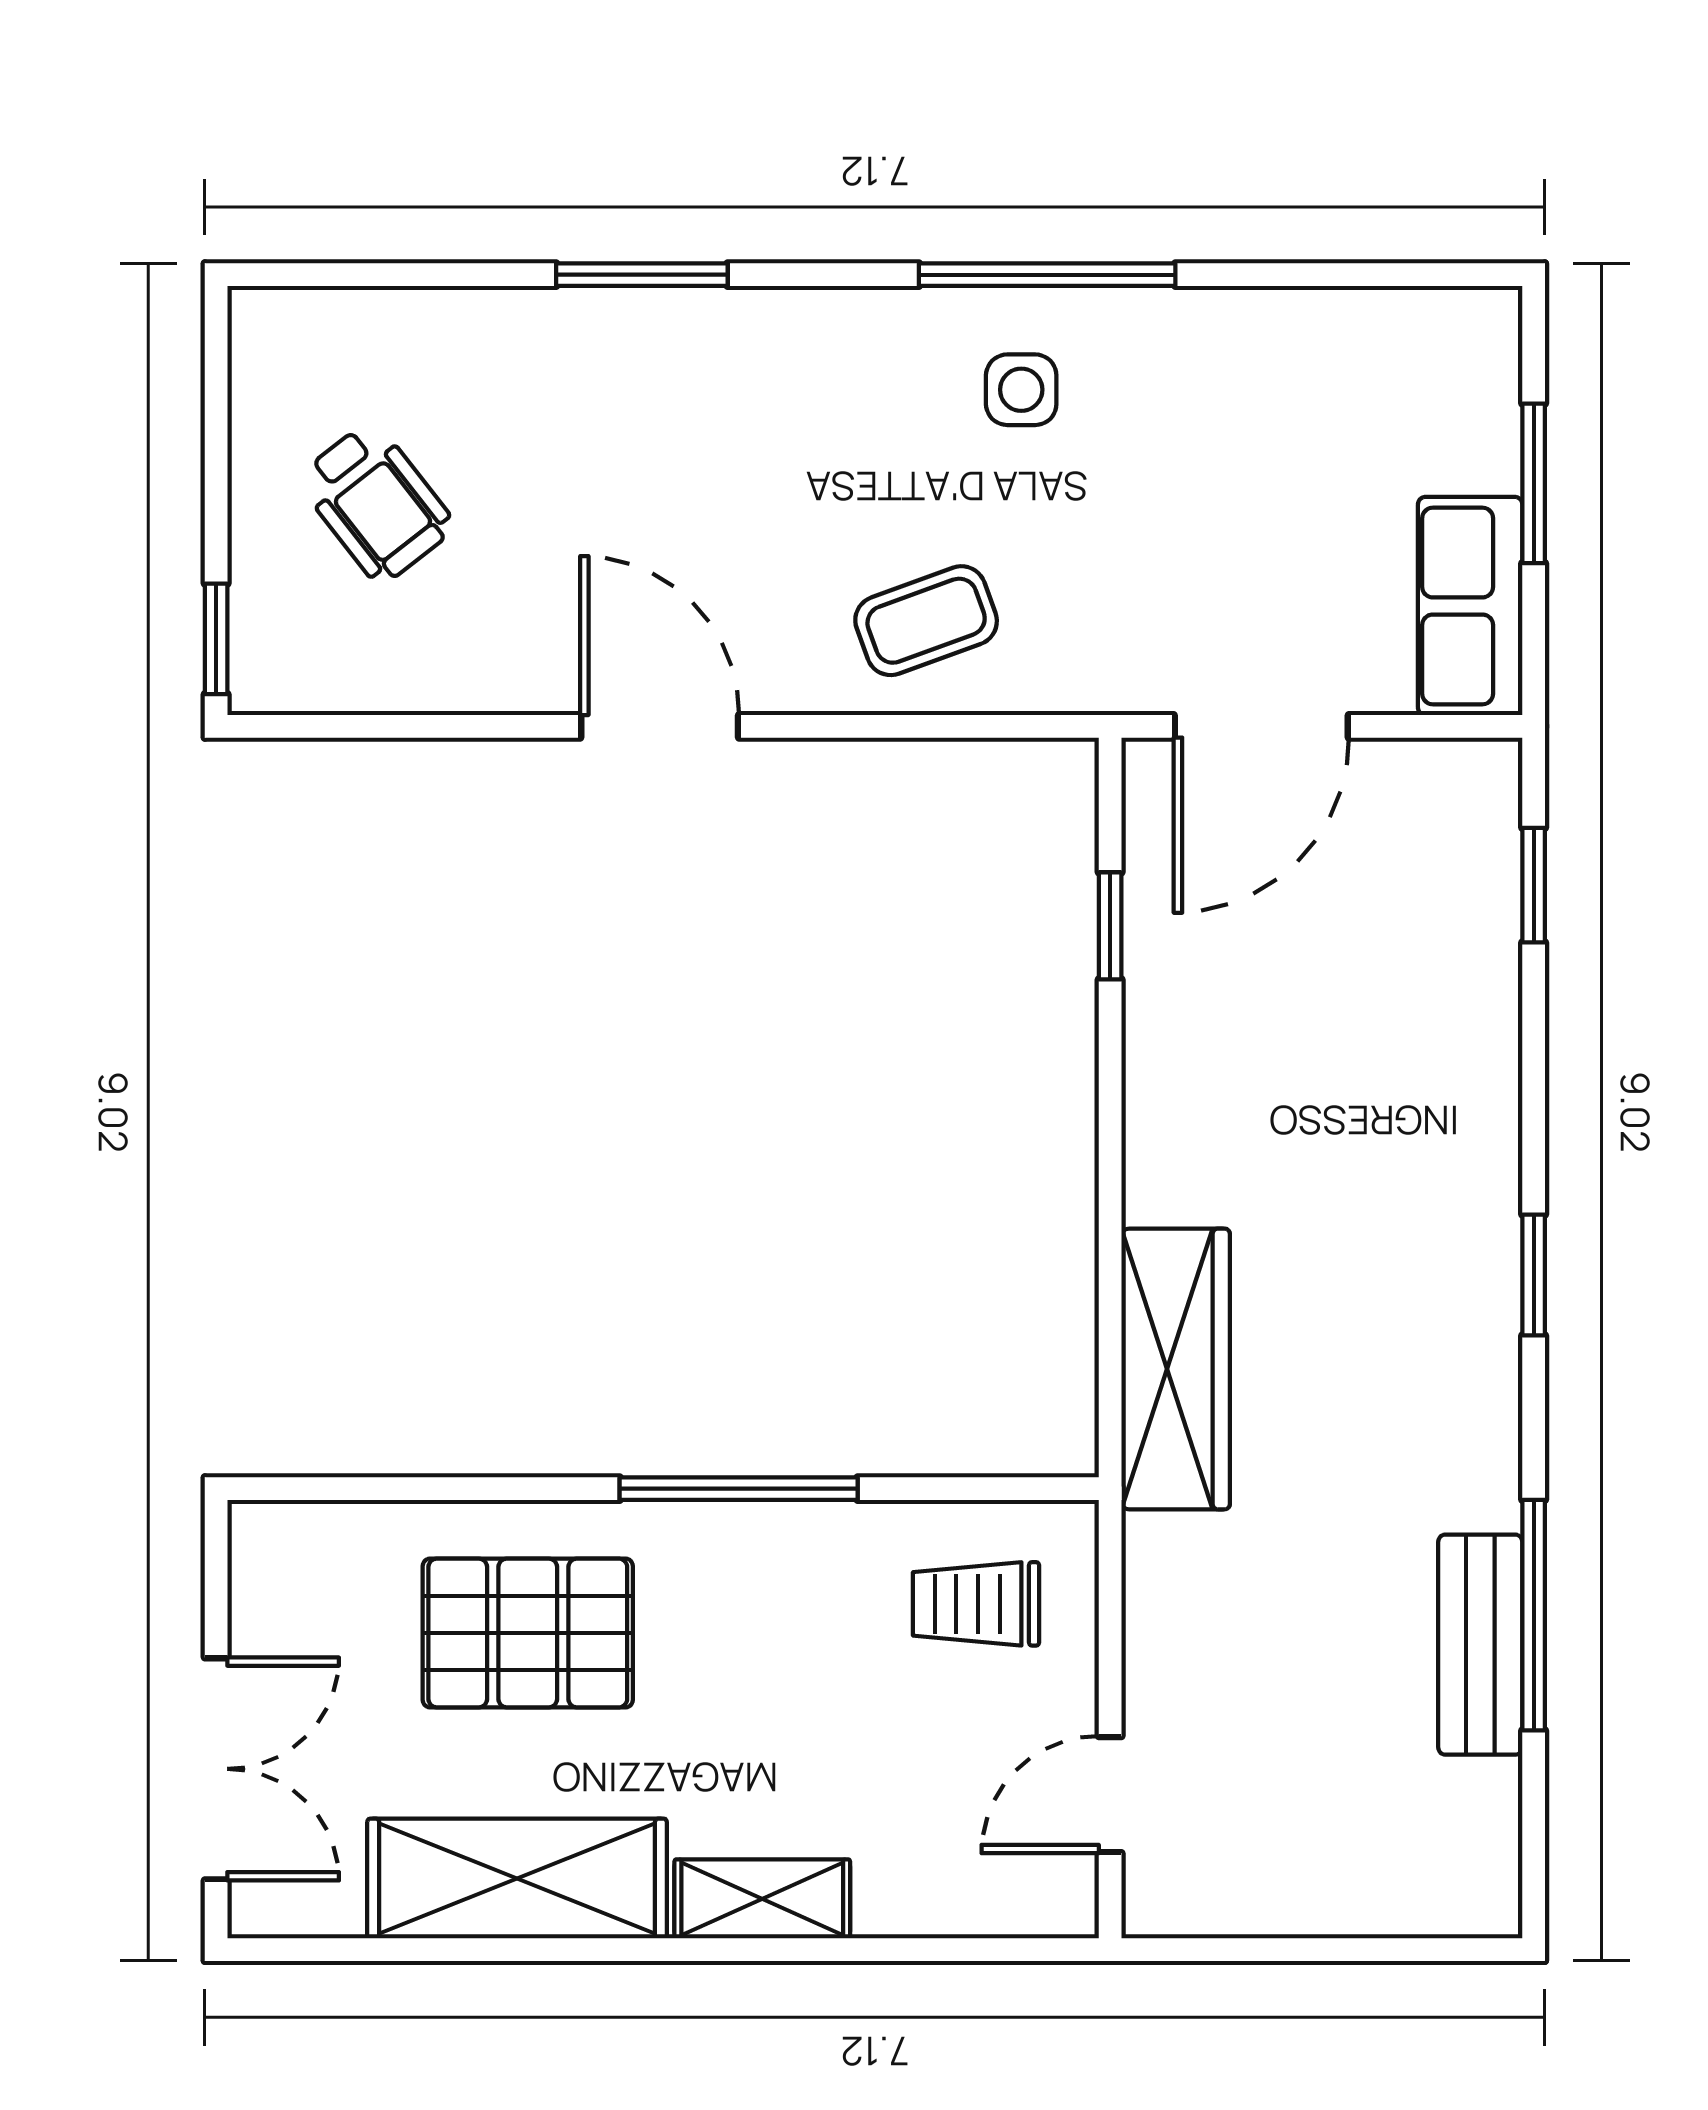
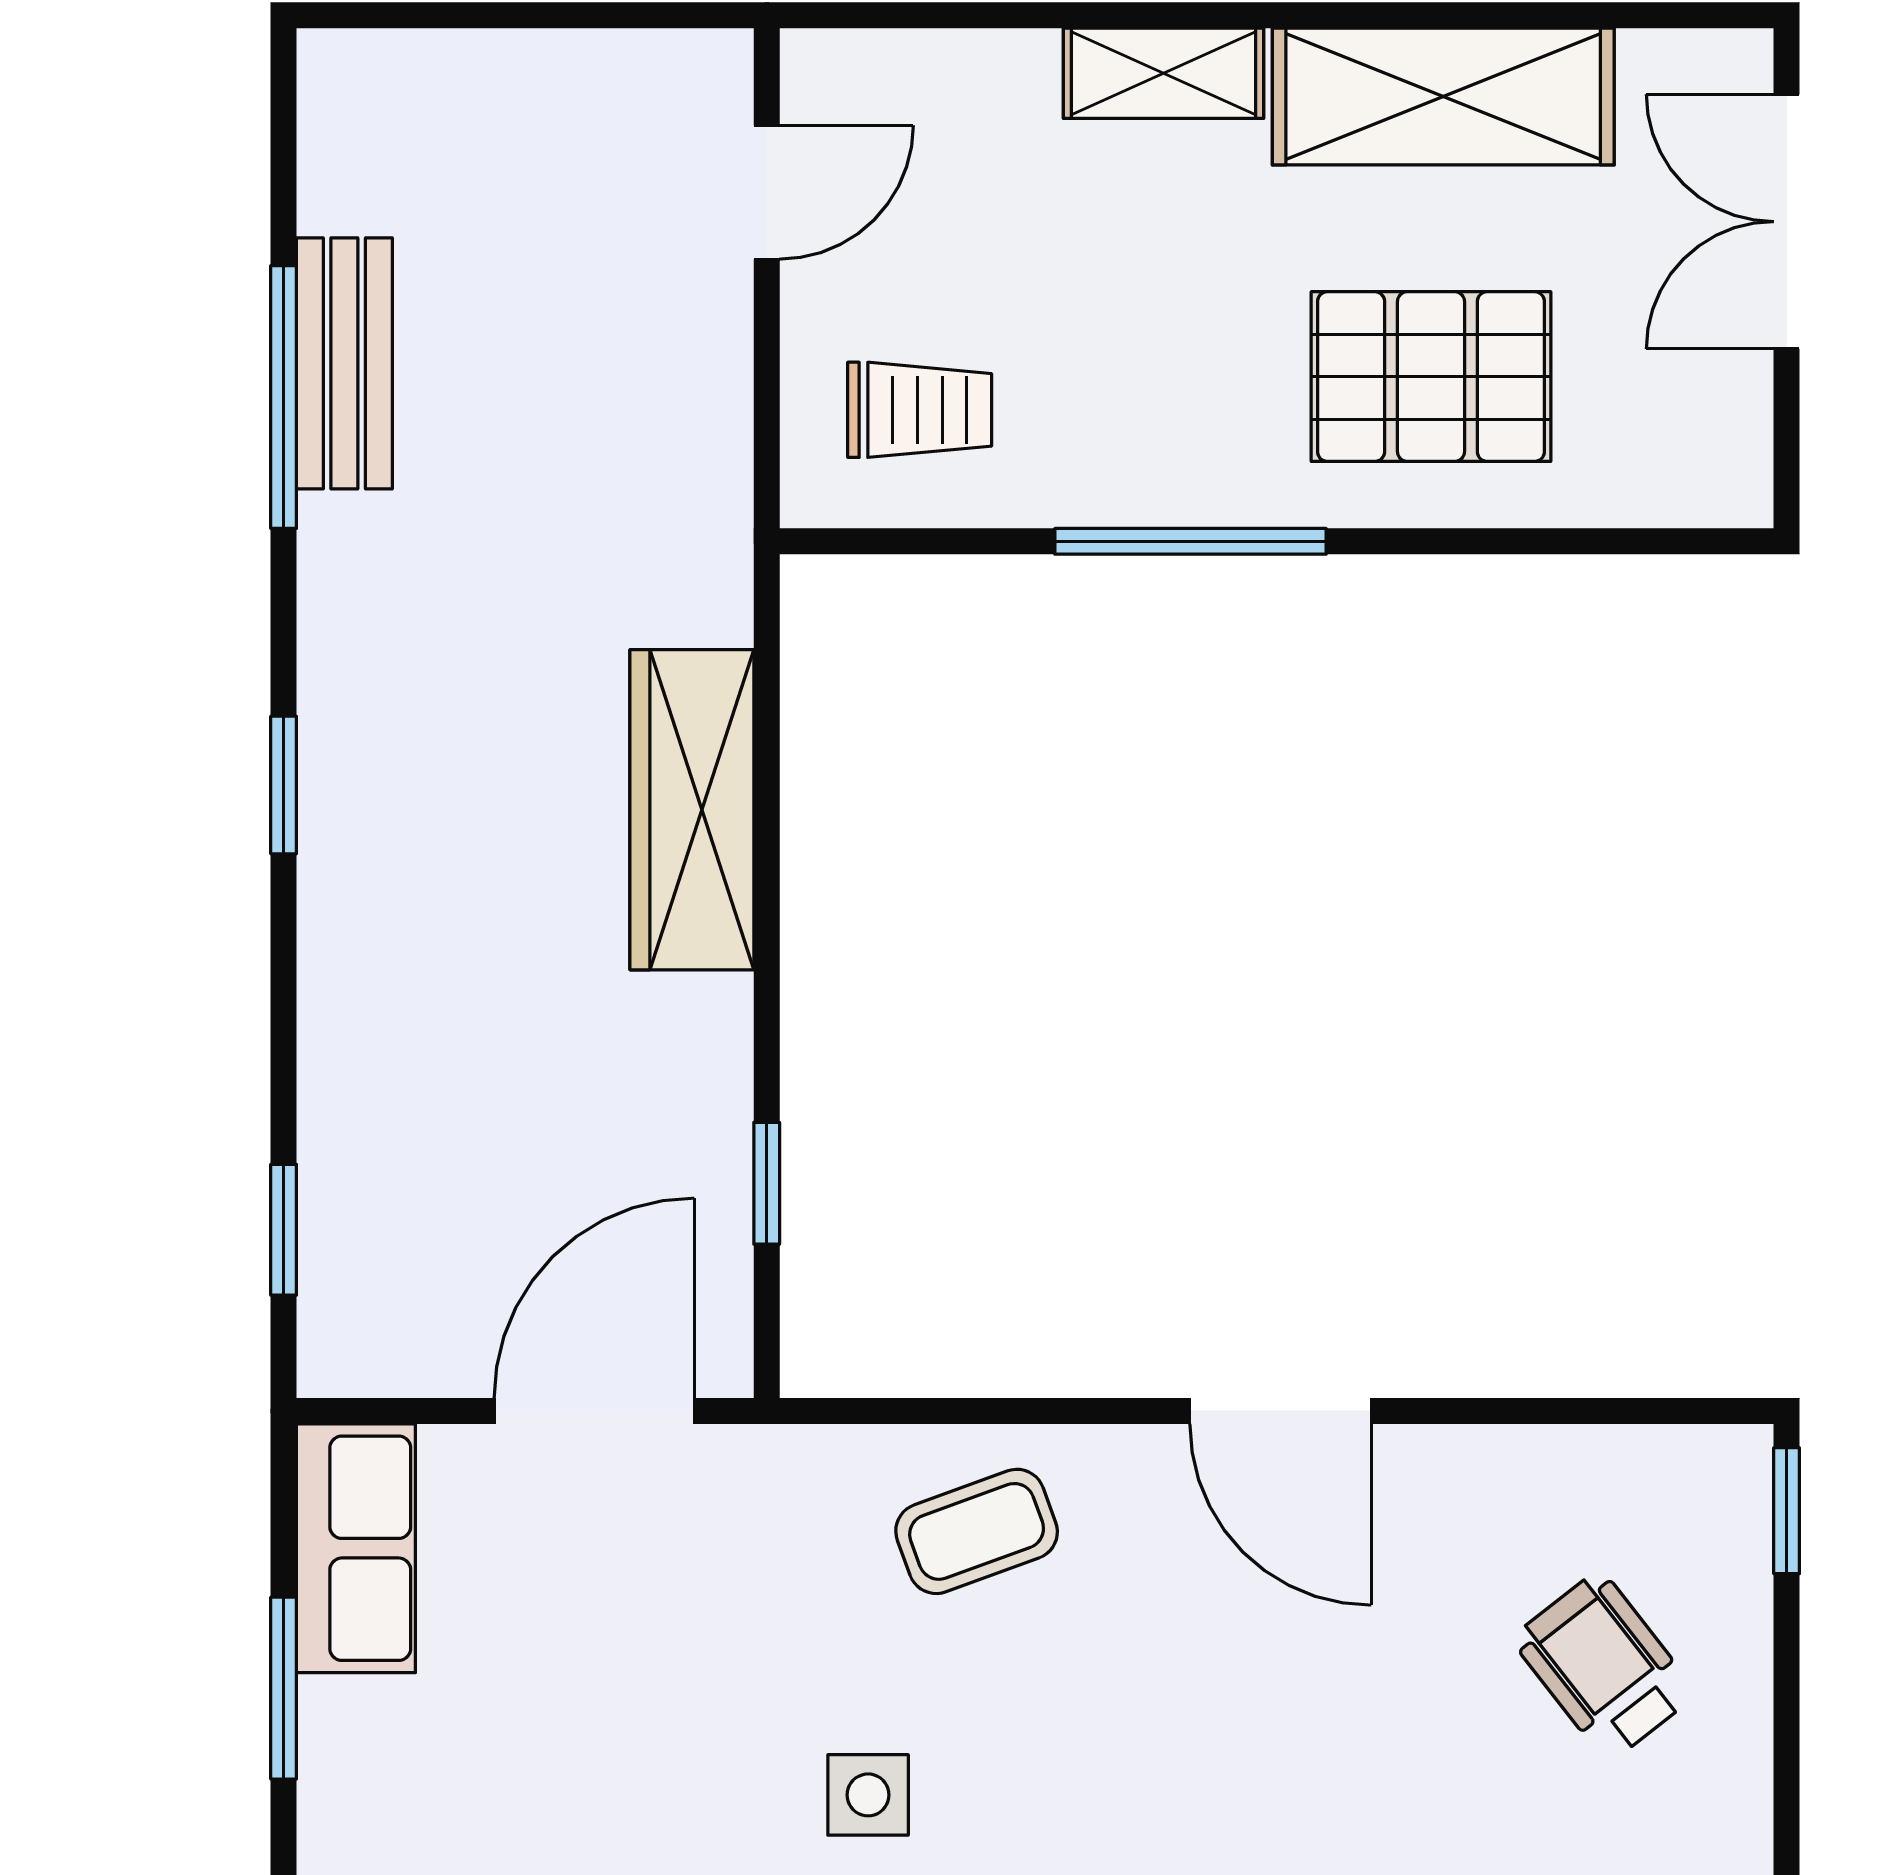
wardrobe: (1176, 1369) -> (692, 810), moved

